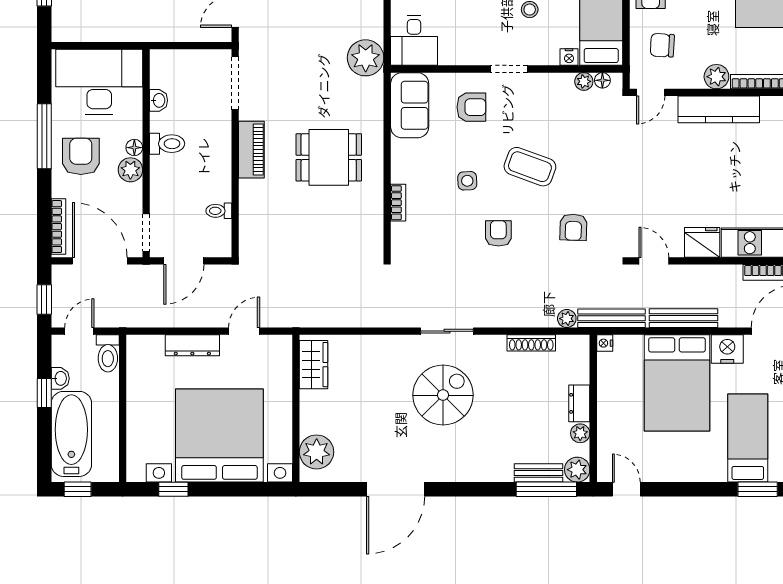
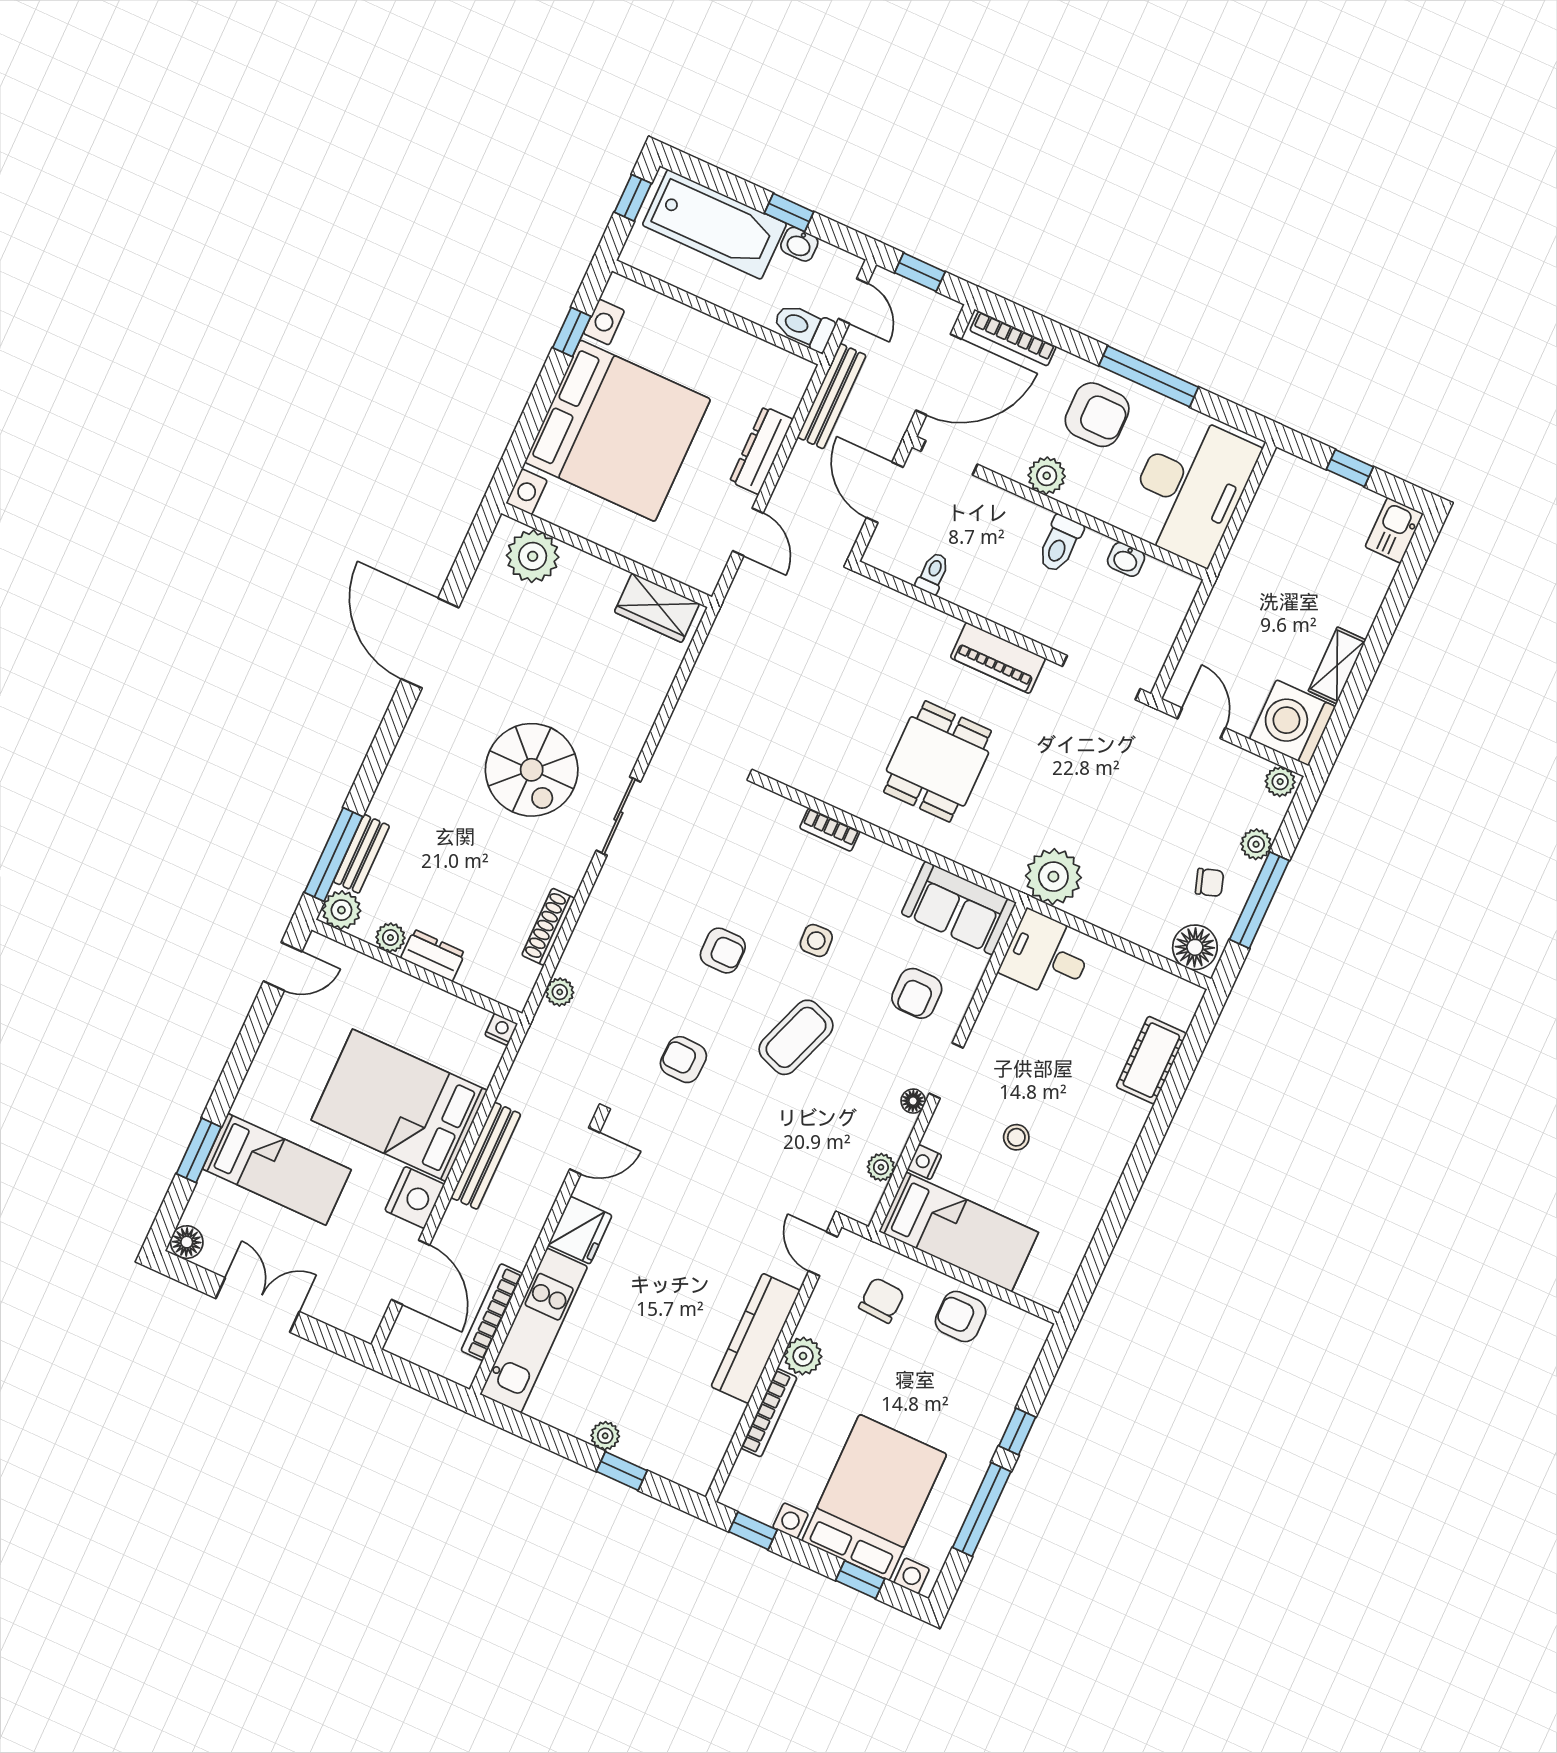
floor lamp: (602, 80) -> (913, 1101), moved
floor lamp: (134, 148) -> (1075, 495), removed
bench: (611, 318) -> (832, 396), moved

